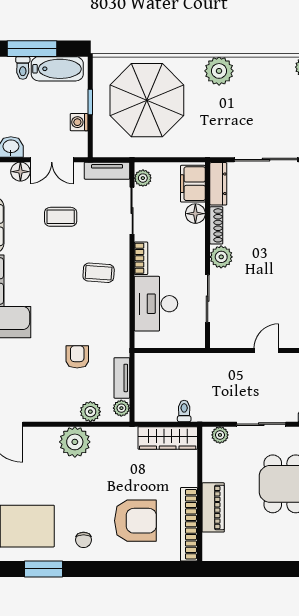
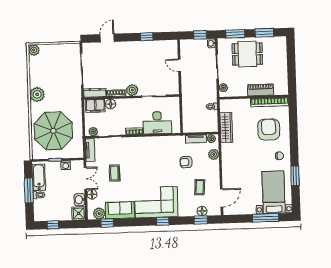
coffee table: (99, 273) -> (200, 187), moved
wardrobe: (168, 438) -> (226, 128), moved
plant: (75, 442) -> (229, 162), removed

